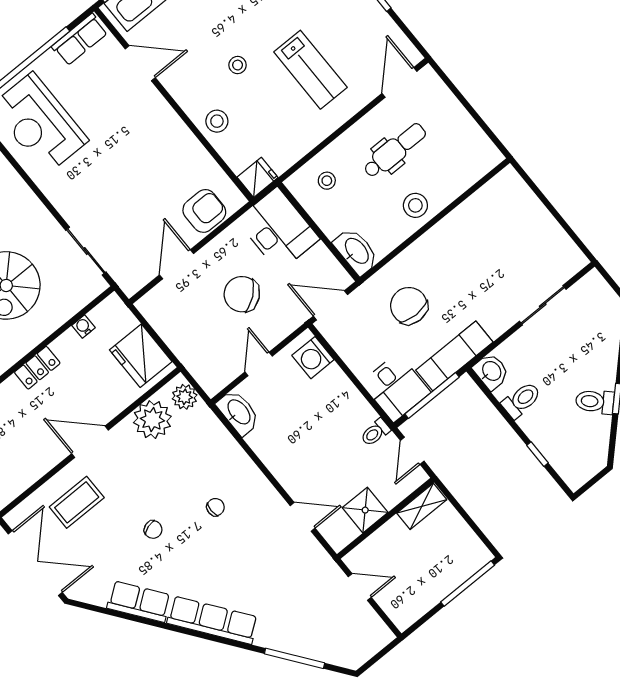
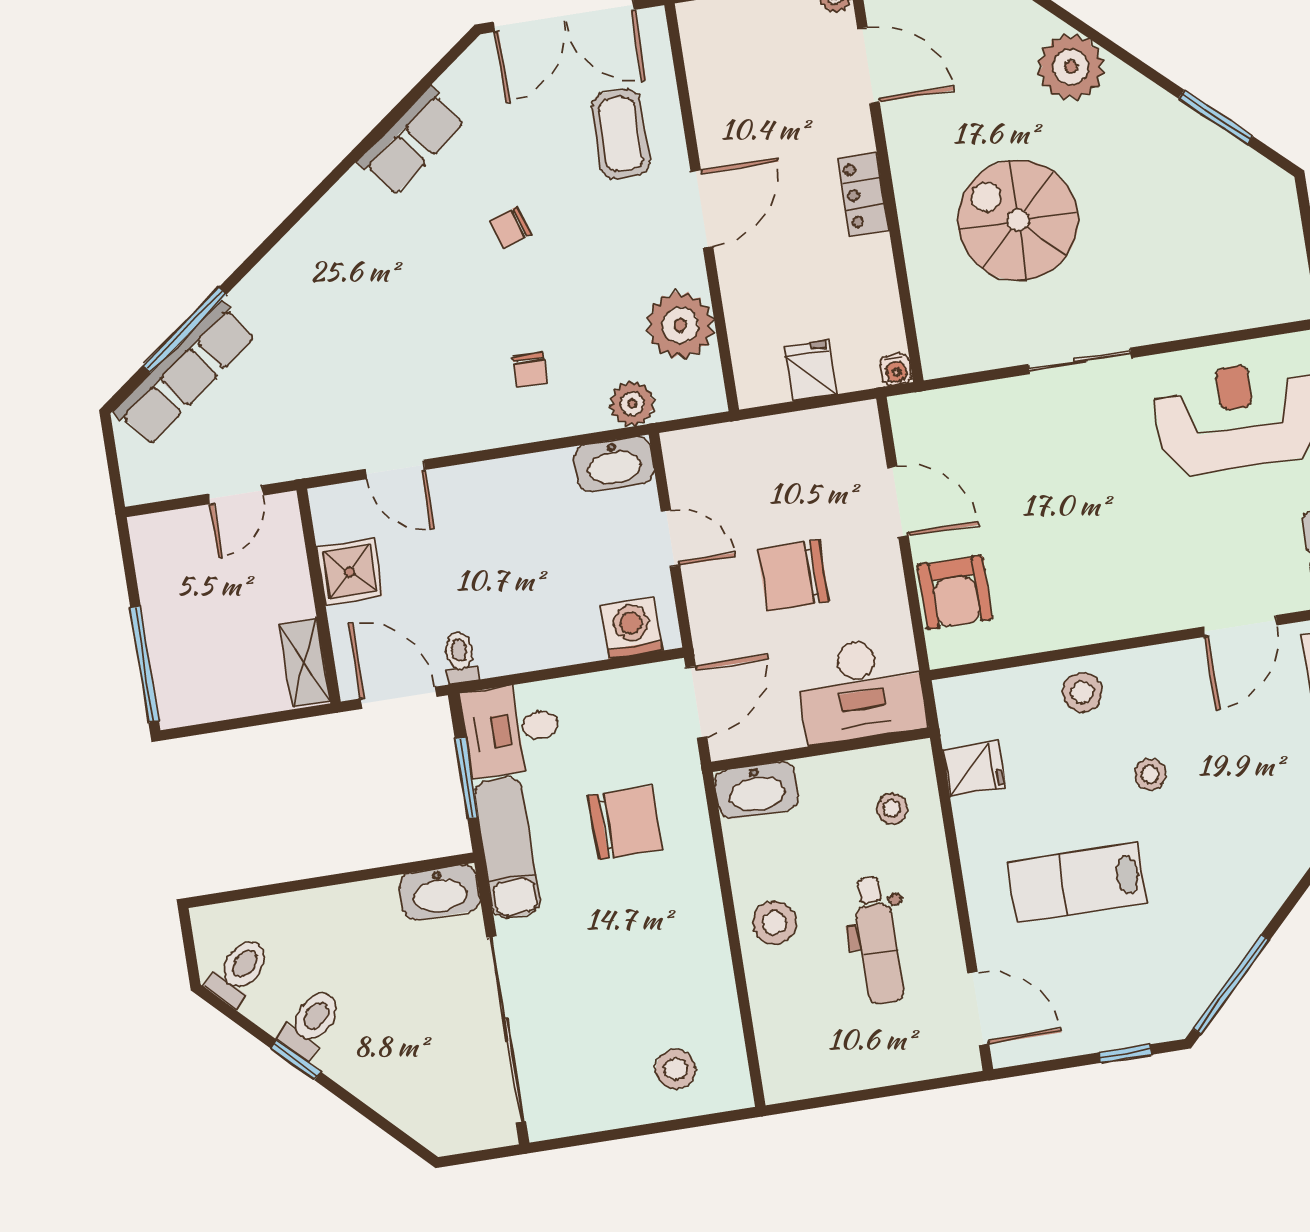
fridge: (257, 177) -> (974, 769), moved, turned -90
stool: (514, 212) -> (676, 1069), added
sliding door: (86, 251) -> (1080, 361), moved
chair: (242, 294) -> (793, 575), turned -141
sliding door: (543, 305) -> (506, 1029), width x1.86
water cooler: (83, 327) -> (896, 370), moved, turned 90
fridge: (141, 356) -> (811, 370), width x0.53, depth x0.75
washbasin: (491, 371) -> (440, 892), width x1.38
window: (432, 396) -> (466, 778), width x0.69
plant: (185, 397) -> (632, 404), moved
toilet: (521, 400) -> (239, 971), moved, turned -135
door: (412, 451) -> (399, 698), width x1.38
window: (538, 454) -> (281, 888), removed
chair: (216, 507) -> (530, 370), moved
door: (303, 517) -> (395, 469), hinge flipped
row of seats: (212, 620) -> (185, 373), moved

